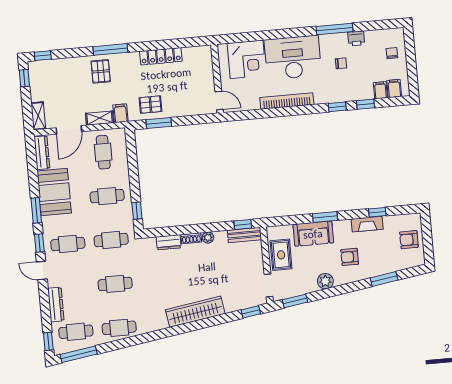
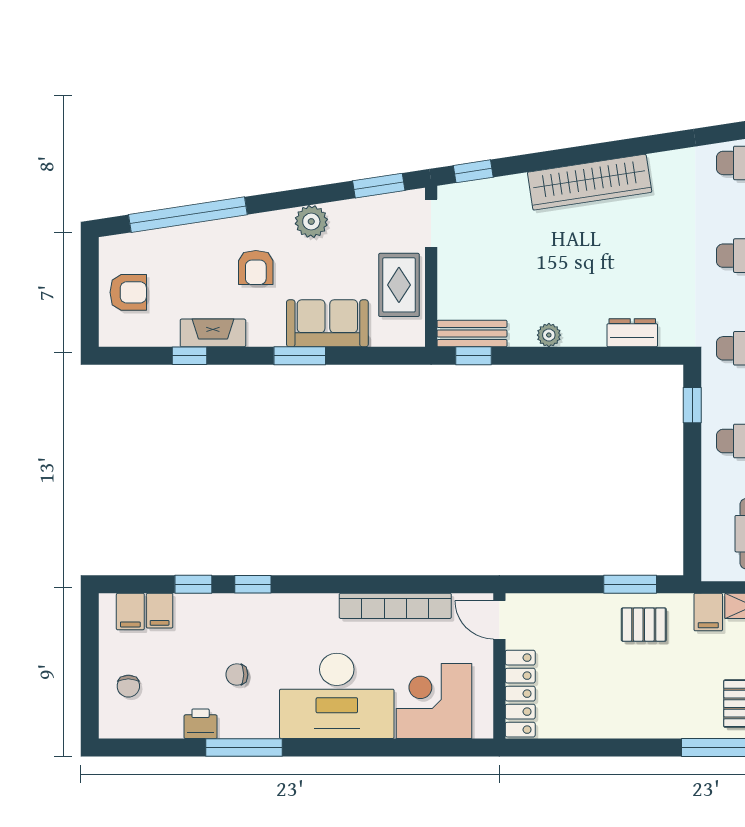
locker: (161, 56) -> (520, 694), moved, turned 90
bookcase: (287, 101) -> (395, 606), moved
shoe rack: (191, 238) -> (584, 337), removed
armchair: (350, 257) -> (256, 267), turned 90
window: (384, 279) -> (188, 215), width x2.11

